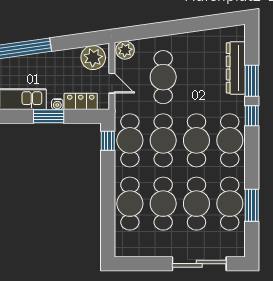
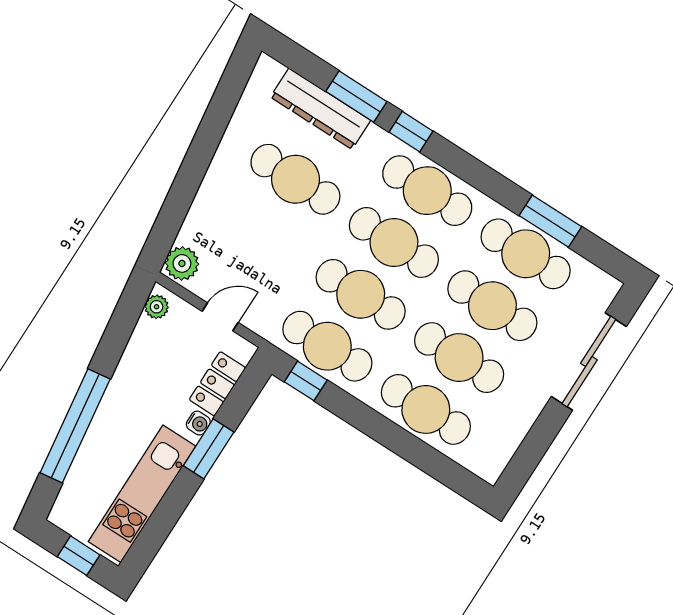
plant: (93, 58) -> (157, 307), width x0.53, depth x0.53
cafe table: (163, 77) -> (295, 179), moved

